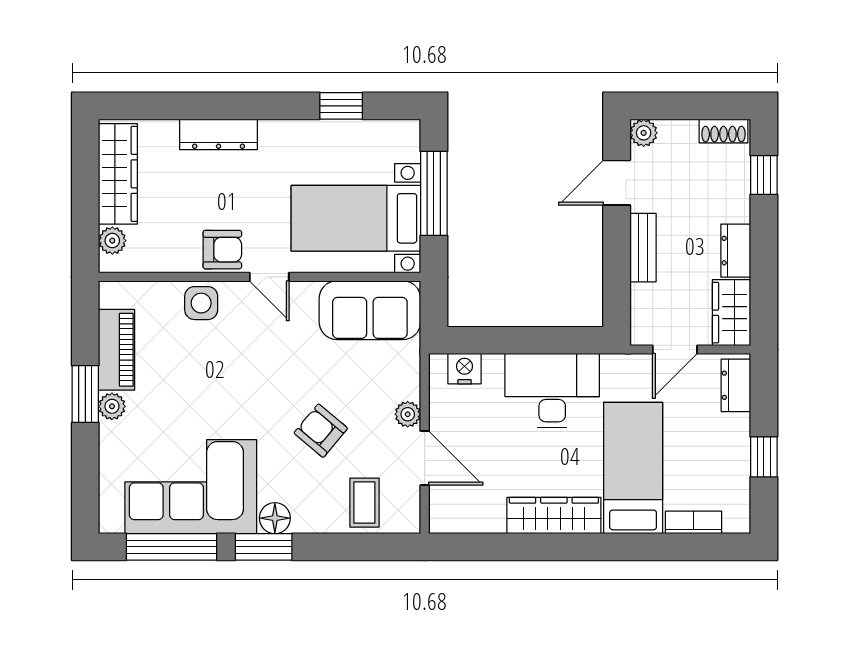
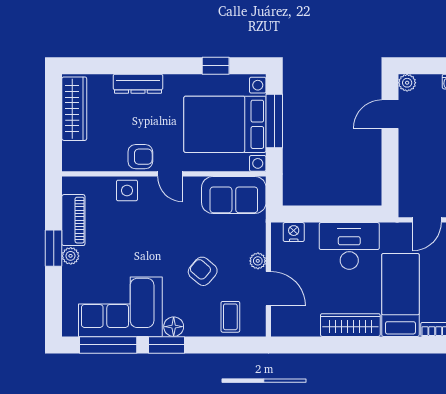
bed with nightstands: (356, 218) -> (225, 124), width x1.36
plant: (112, 241) -> (71, 151), removed
bench: (643, 248) -> (407, 155), removed

